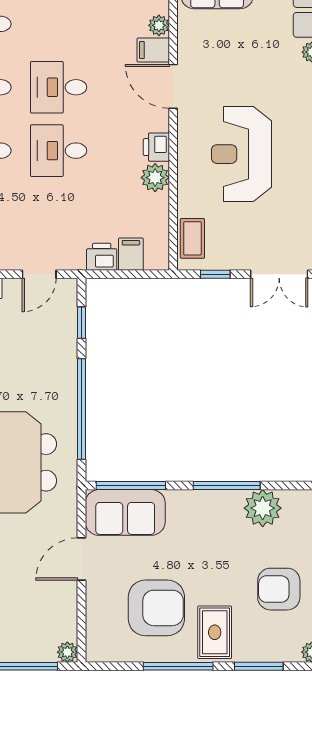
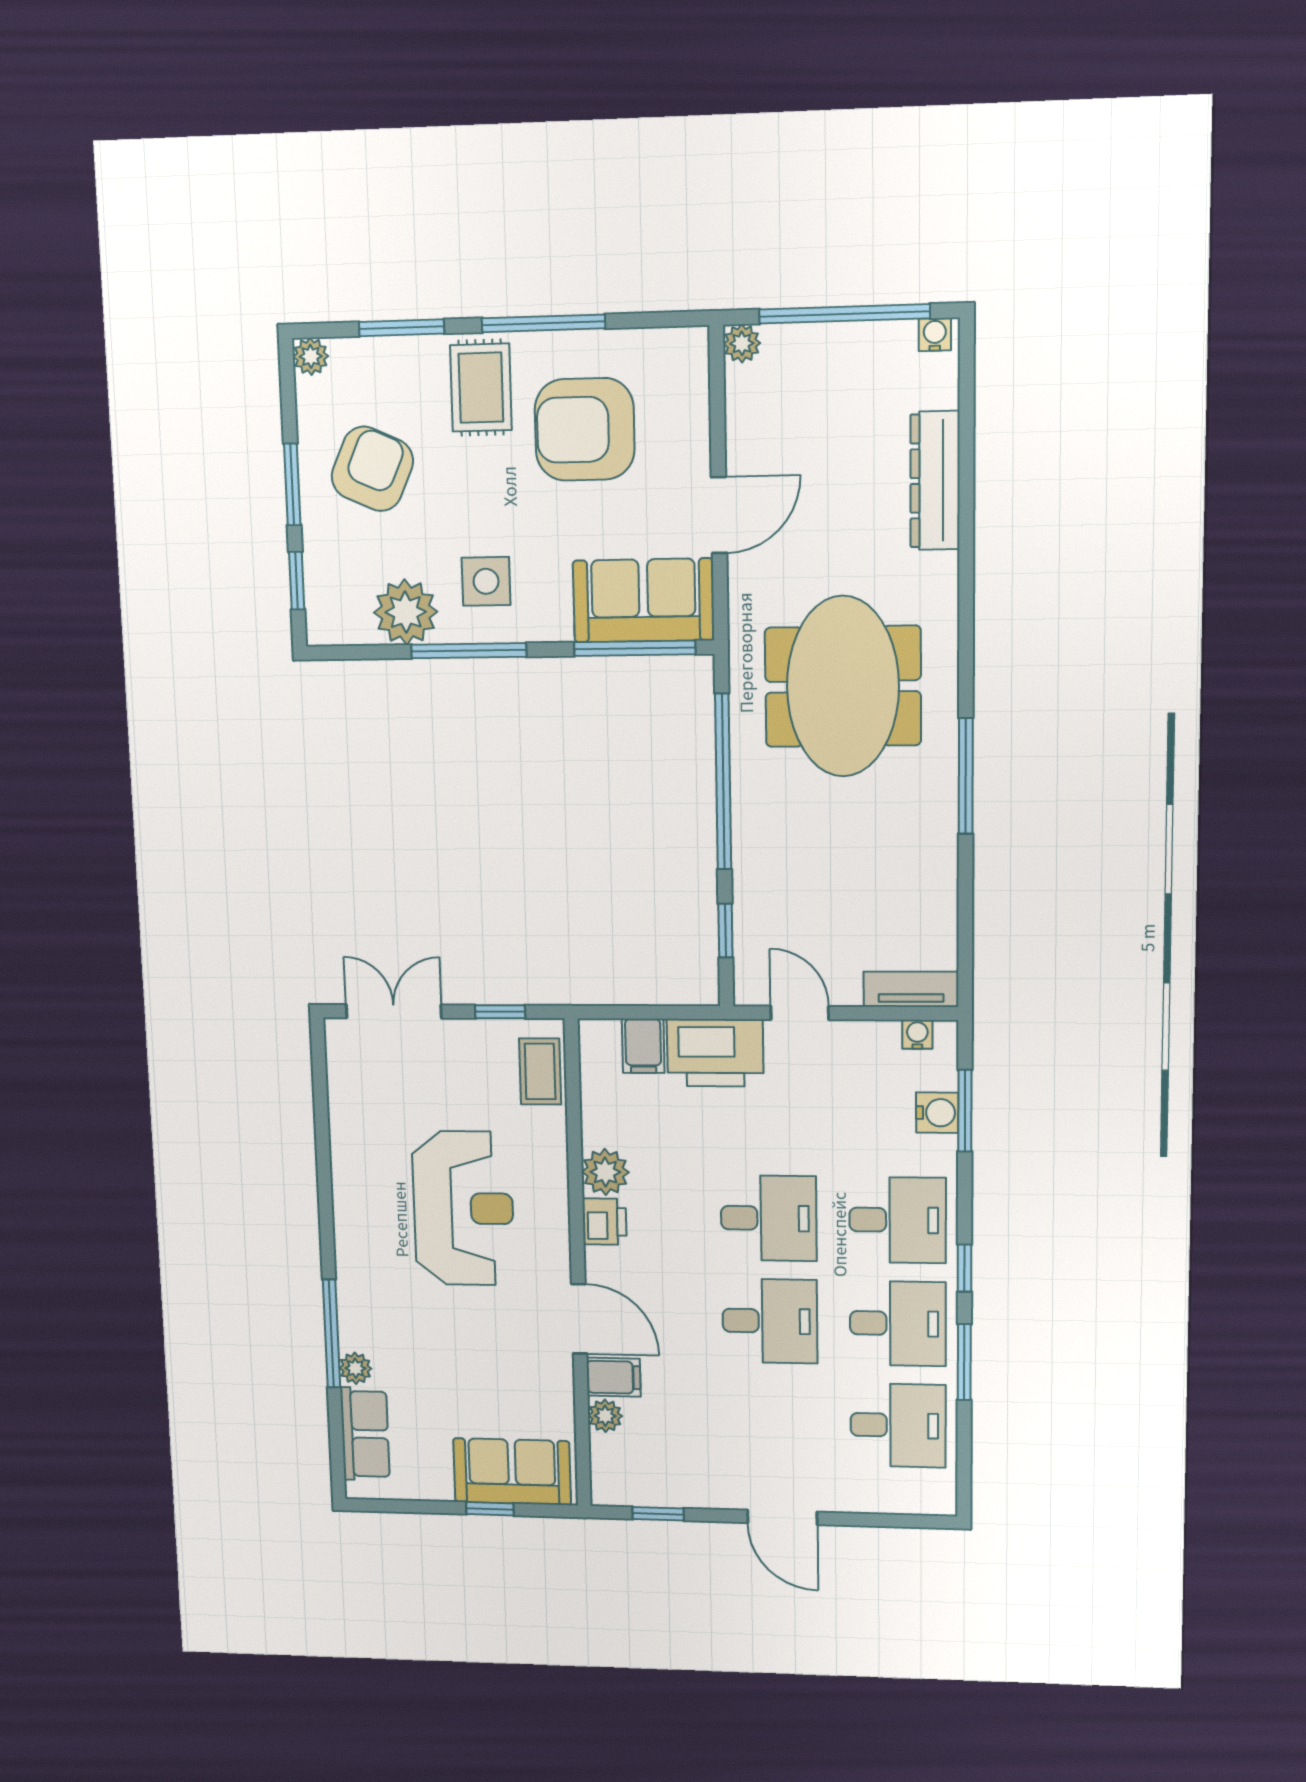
printer: (102, 257) -> (715, 1053), width x1.87, depth x1.48
door: (39, 274) -> (800, 1013), hinge flipped
side table: (215, 525) -> (486, 581), added
armchair: (279, 589) -> (372, 469), turned -66

